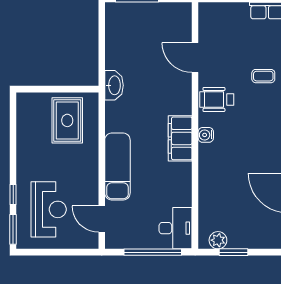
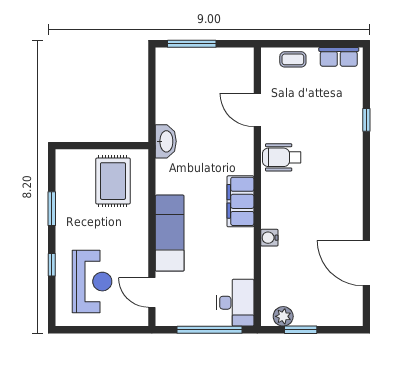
coffee table: (263, 76) -> (293, 59), moved
water cooler: (206, 135) -> (269, 238), moved
window: (13, 229) -> (52, 209), moved

